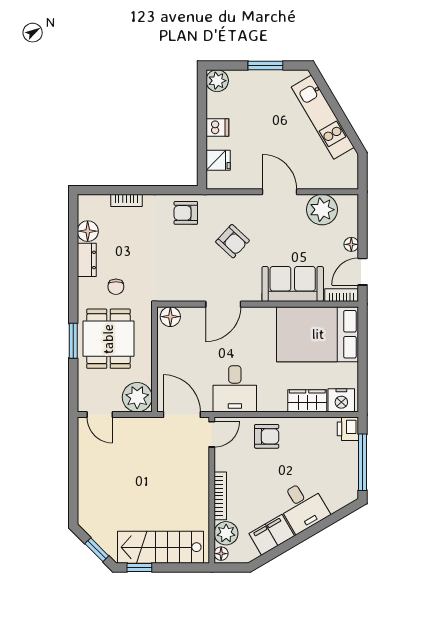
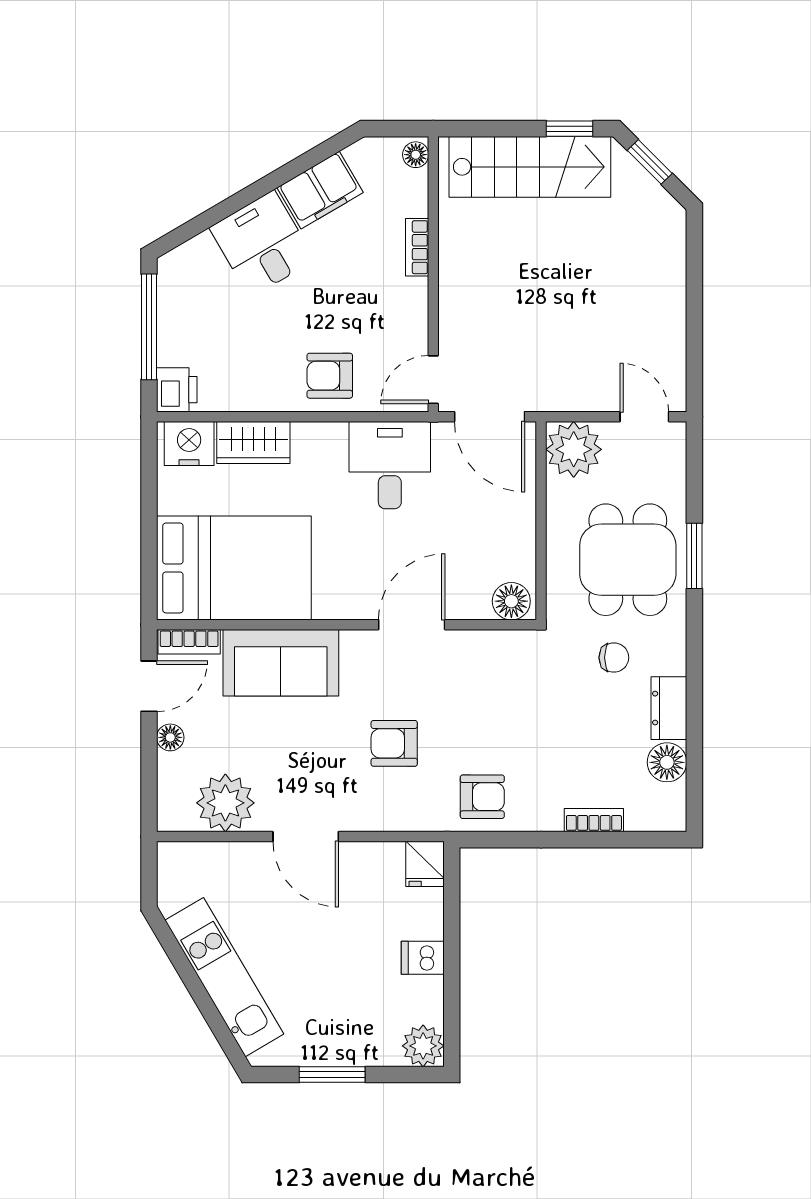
fridge: (218, 160) -> (425, 864), moved, turned -90
armchair: (232, 241) -> (394, 743), turned -43
chair: (116, 287) -> (614, 658), turned 90
bookcase: (220, 496) -> (417, 247), width x0.64
plant: (226, 533) -> (406, 193), removed

